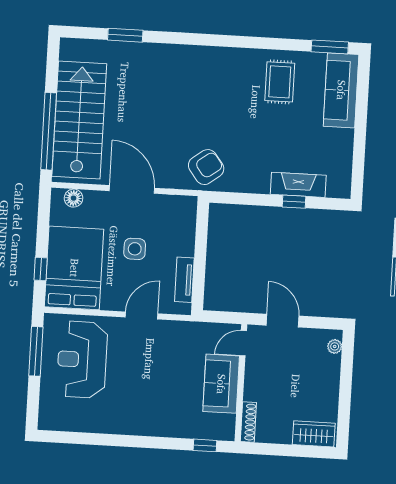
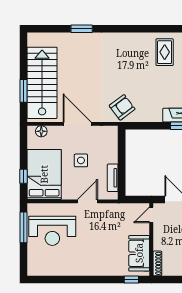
window: (125, 35) -> (82, 29), moved
window: (49, 131) -> (24, 91), width x0.47
reception desk: (82, 360) -> (52, 231), turned -90
sofa: (221, 384) -> (139, 253), moved

